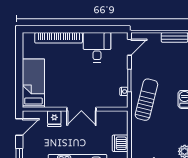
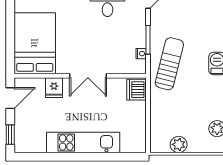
bed: (33, 83) -> (35, 43), width x1.50
dishwasher: (120, 143) -> (136, 90), moved

